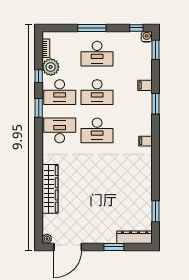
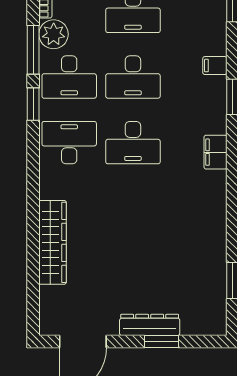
window: (39, 76) -> (33, 50), width x2.17
filing cabinet: (145, 141) -> (216, 152), width x2.00
dresser: (135, 237) -> (150, 325), moved
plant: (47, 239) -> (47, 327), removed

